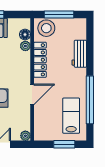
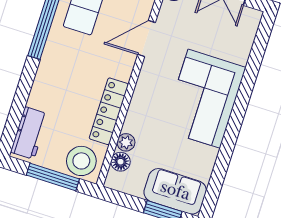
workbench: (79, 54) -> (29, 133), moved
door: (32, 94) -> (146, 39), moved

